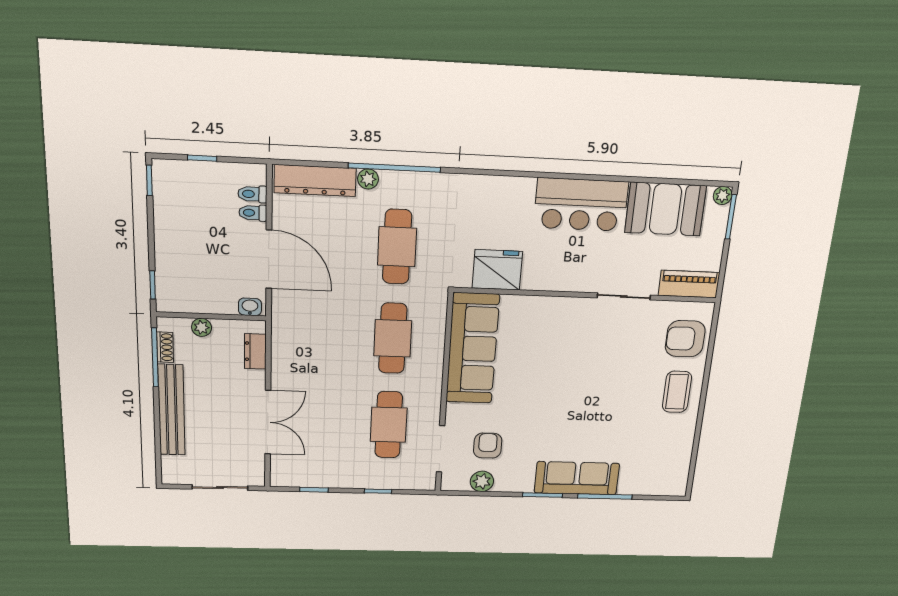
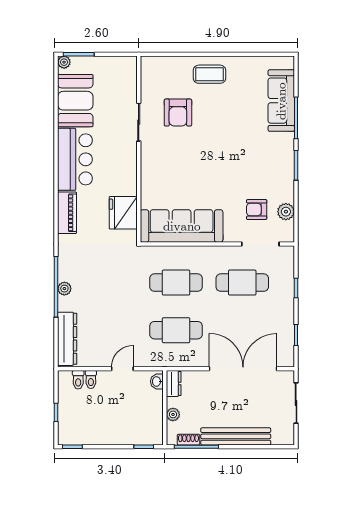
plant: (368, 179) -> (64, 289), moved
cafe table: (397, 247) -> (176, 330), moved
door: (269, 259) -> (122, 369), width x0.53
piano: (689, 284) -> (67, 213), moved, turned 180
armchair: (685, 339) -> (178, 113), moved
dresser: (255, 351) -> (174, 383), moved, turned -90
double door: (268, 422) -> (243, 369), width x1.36
sofa: (577, 478) -> (281, 101), moved

